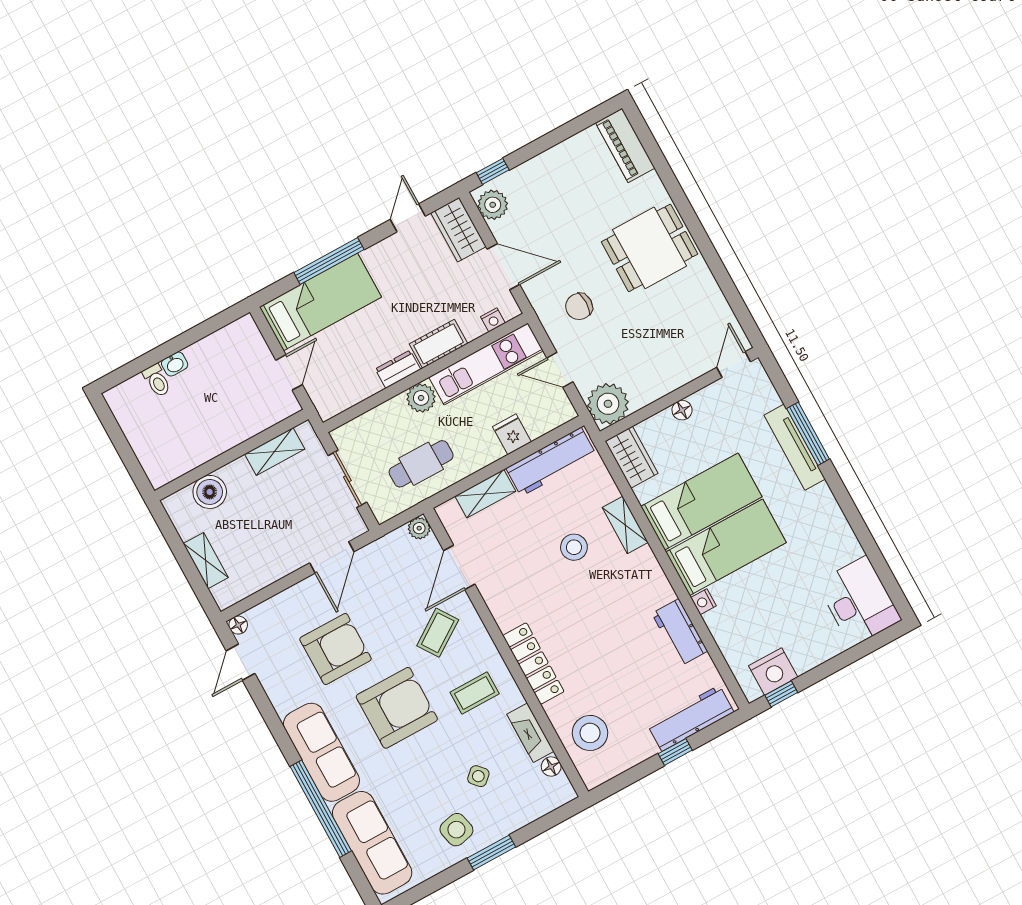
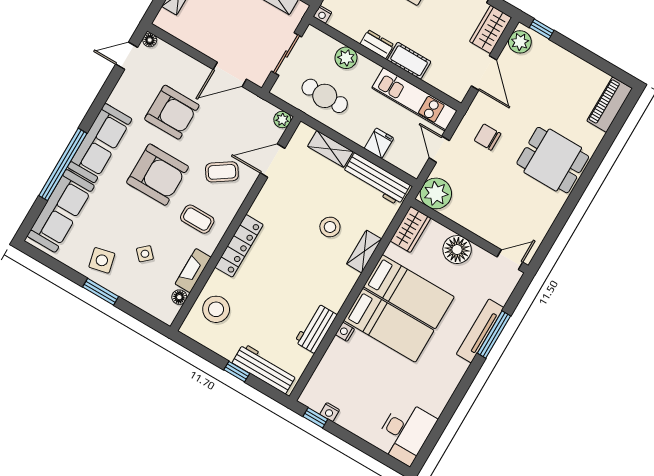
nightstand: (493, 320) -> (323, 14), moved
plant: (421, 398) -> (346, 58), moved
floor lamp: (682, 410) -> (457, 250), width x1.89, depth x1.89
nightstand: (773, 671) -> (330, 412), width x0.53, depth x0.56

